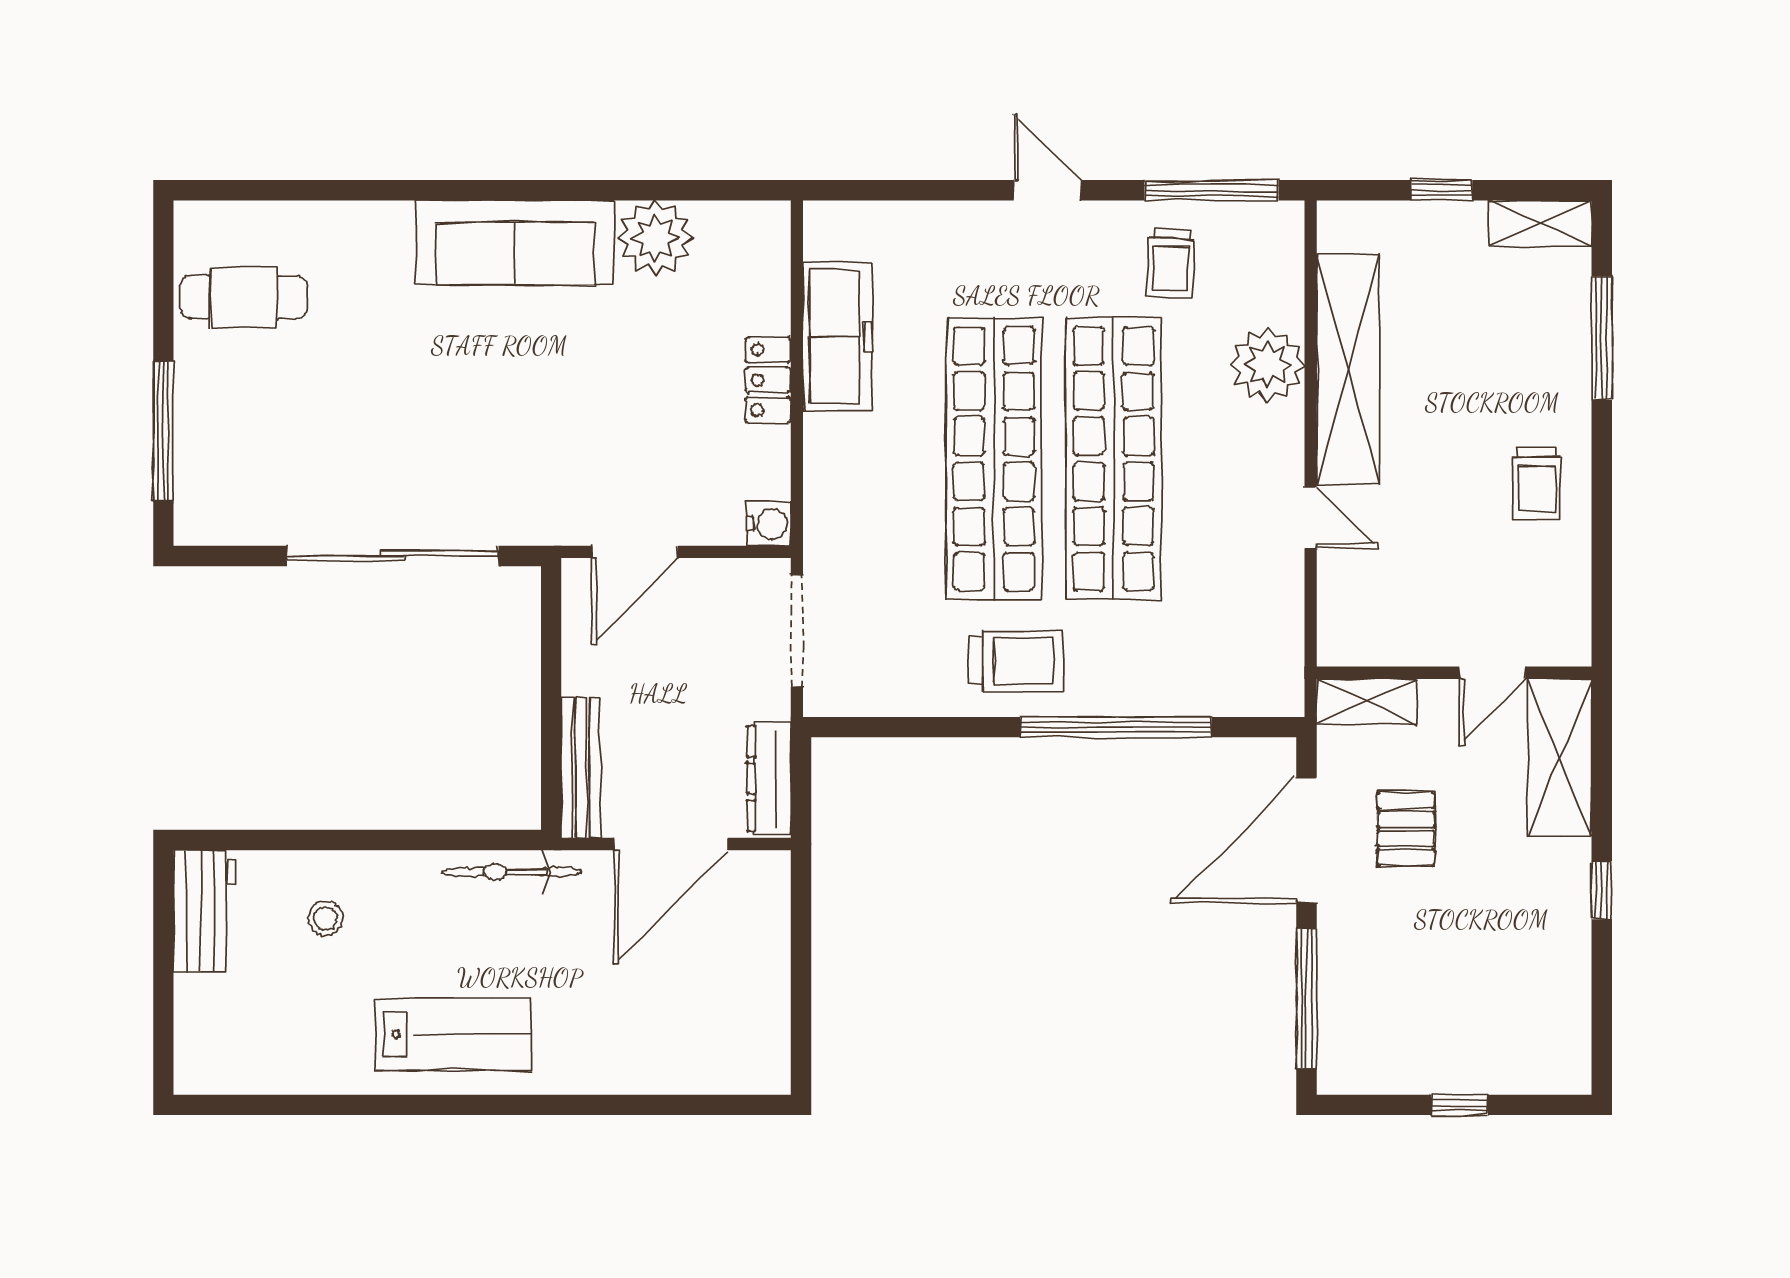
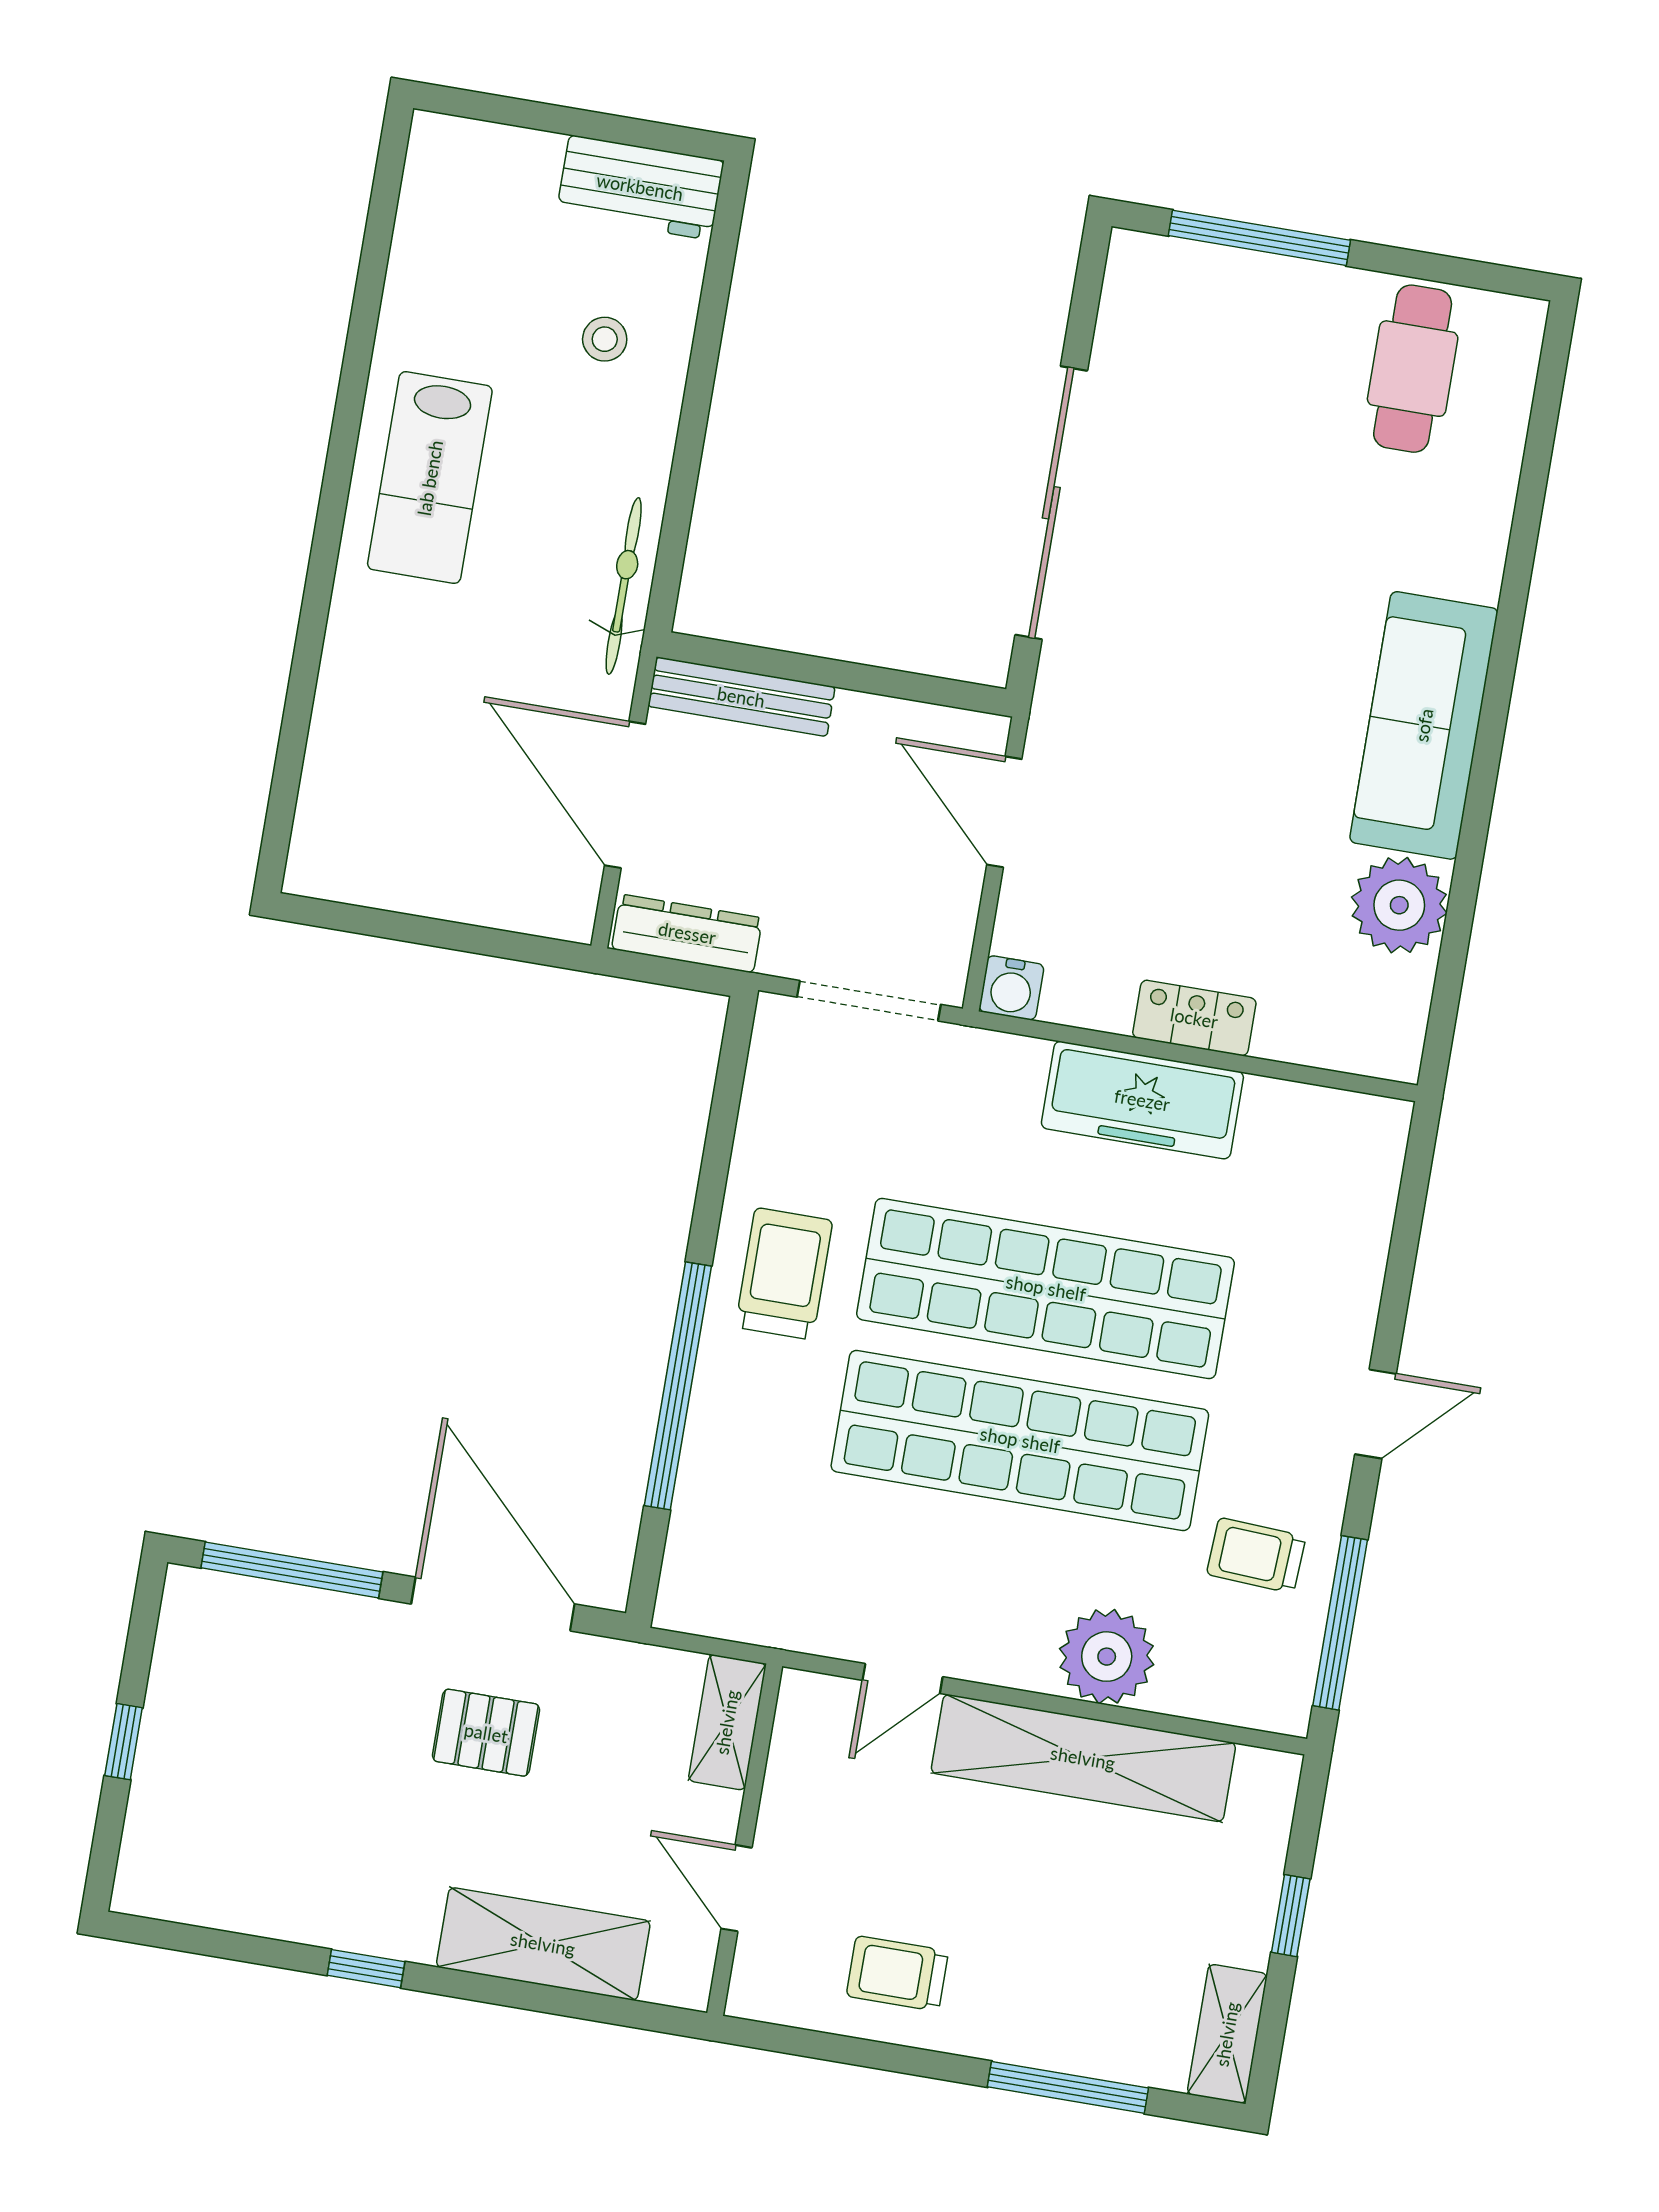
freezer: (837, 336) -> (1142, 1100), moved
trolley: (1017, 661) -> (784, 1274), turned 180
wall: (1454, 673) -> (745, 1840), moved
door: (1492, 673) -> (737, 1888), moved
shelving: (1367, 701) -> (727, 1722), moved

